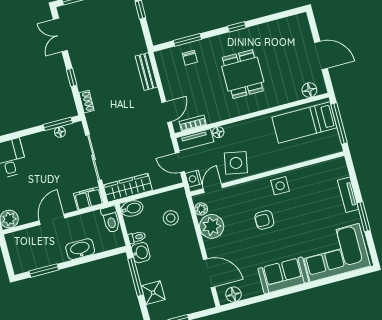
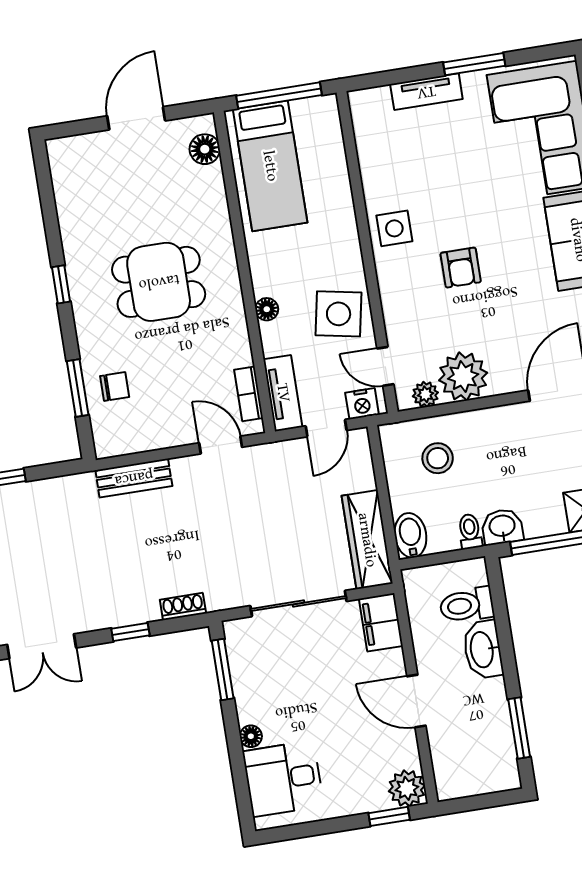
floor lamp: (60, 132) -> (251, 736), moved
floor lamp: (218, 132) -> (267, 309), moved
toilet: (111, 219) -> (467, 605), moved, turned 180

